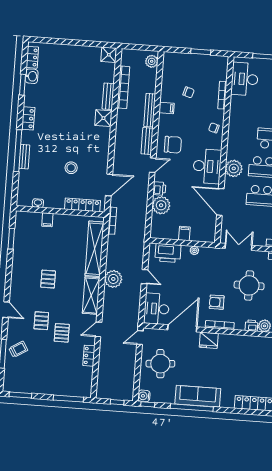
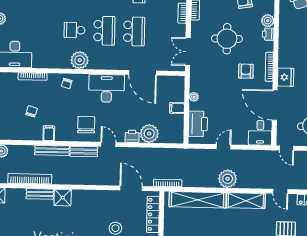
plant: (234, 168) -> (80, 60), moved
door: (220, 202) -> (143, 73), hinge flipped
armchair: (217, 302) -> (246, 71), turned 180
desk: (157, 309) -> (260, 133), width x0.73

